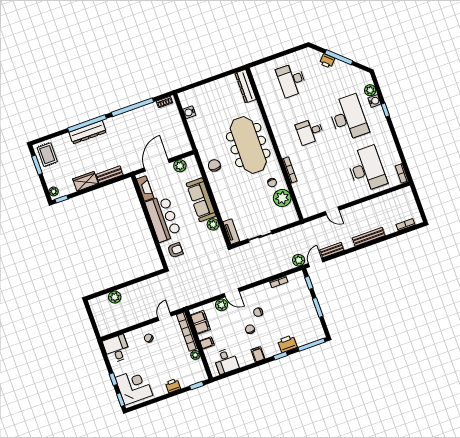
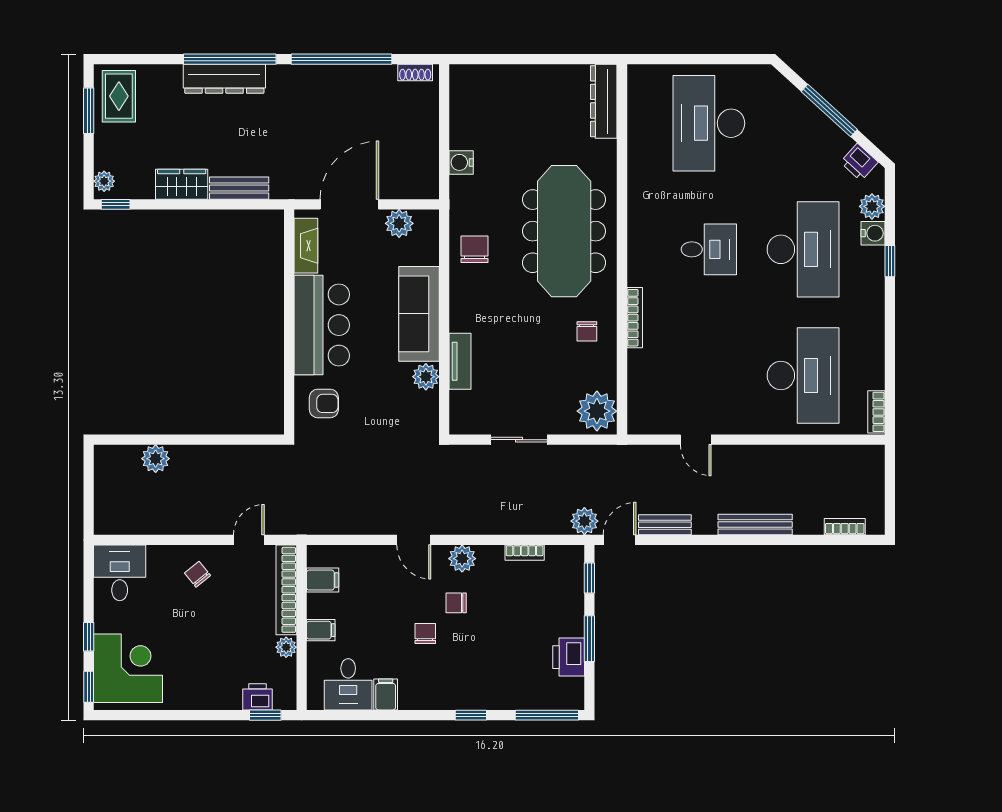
printer: (327, 61) -> (859, 162), moved
desk: (292, 80) -> (709, 123), width x1.36, depth x1.30
water cooler: (189, 112) -> (461, 162), moved
desk: (310, 131) -> (709, 249), turned 180
plant: (282, 198) -> (597, 411), moved
tv unit: (231, 232) -> (460, 361), moved
plant: (222, 305) -> (462, 559), moved
filing cabinet: (200, 322) -> (323, 580), width x0.50
printer: (287, 344) -> (569, 657), moved, turned -90
filing cabinet: (258, 354) -> (386, 694), moved
printer: (173, 386) -> (258, 697), moved

